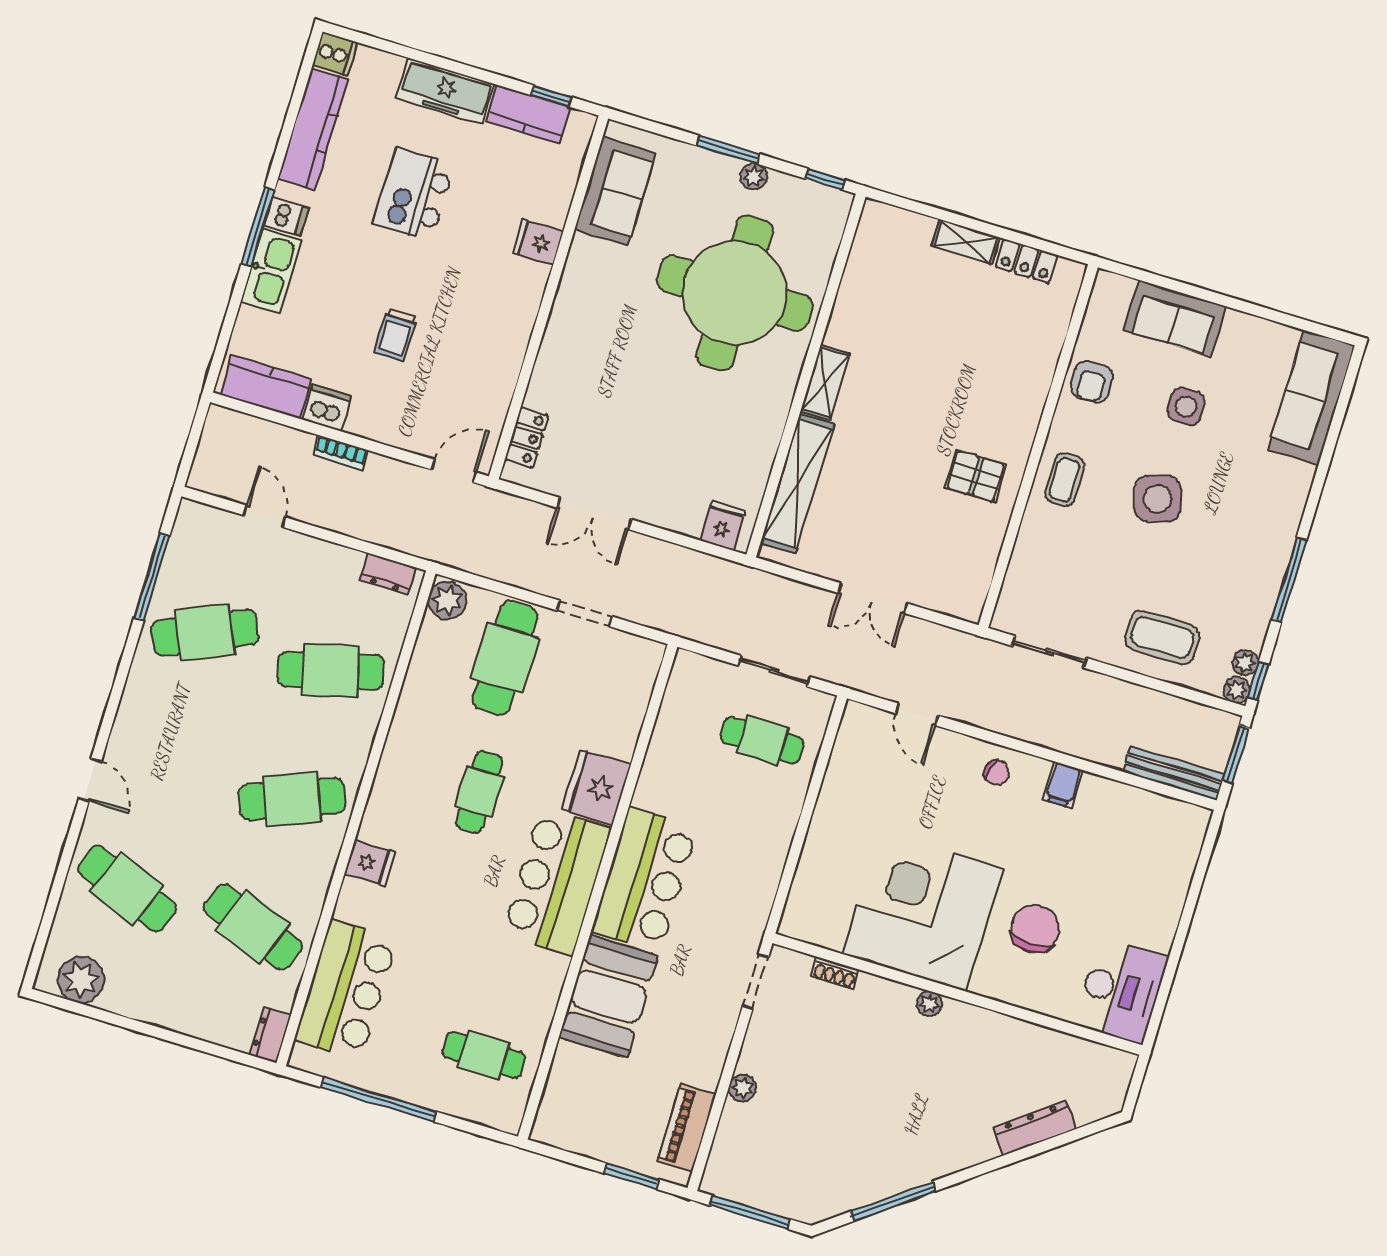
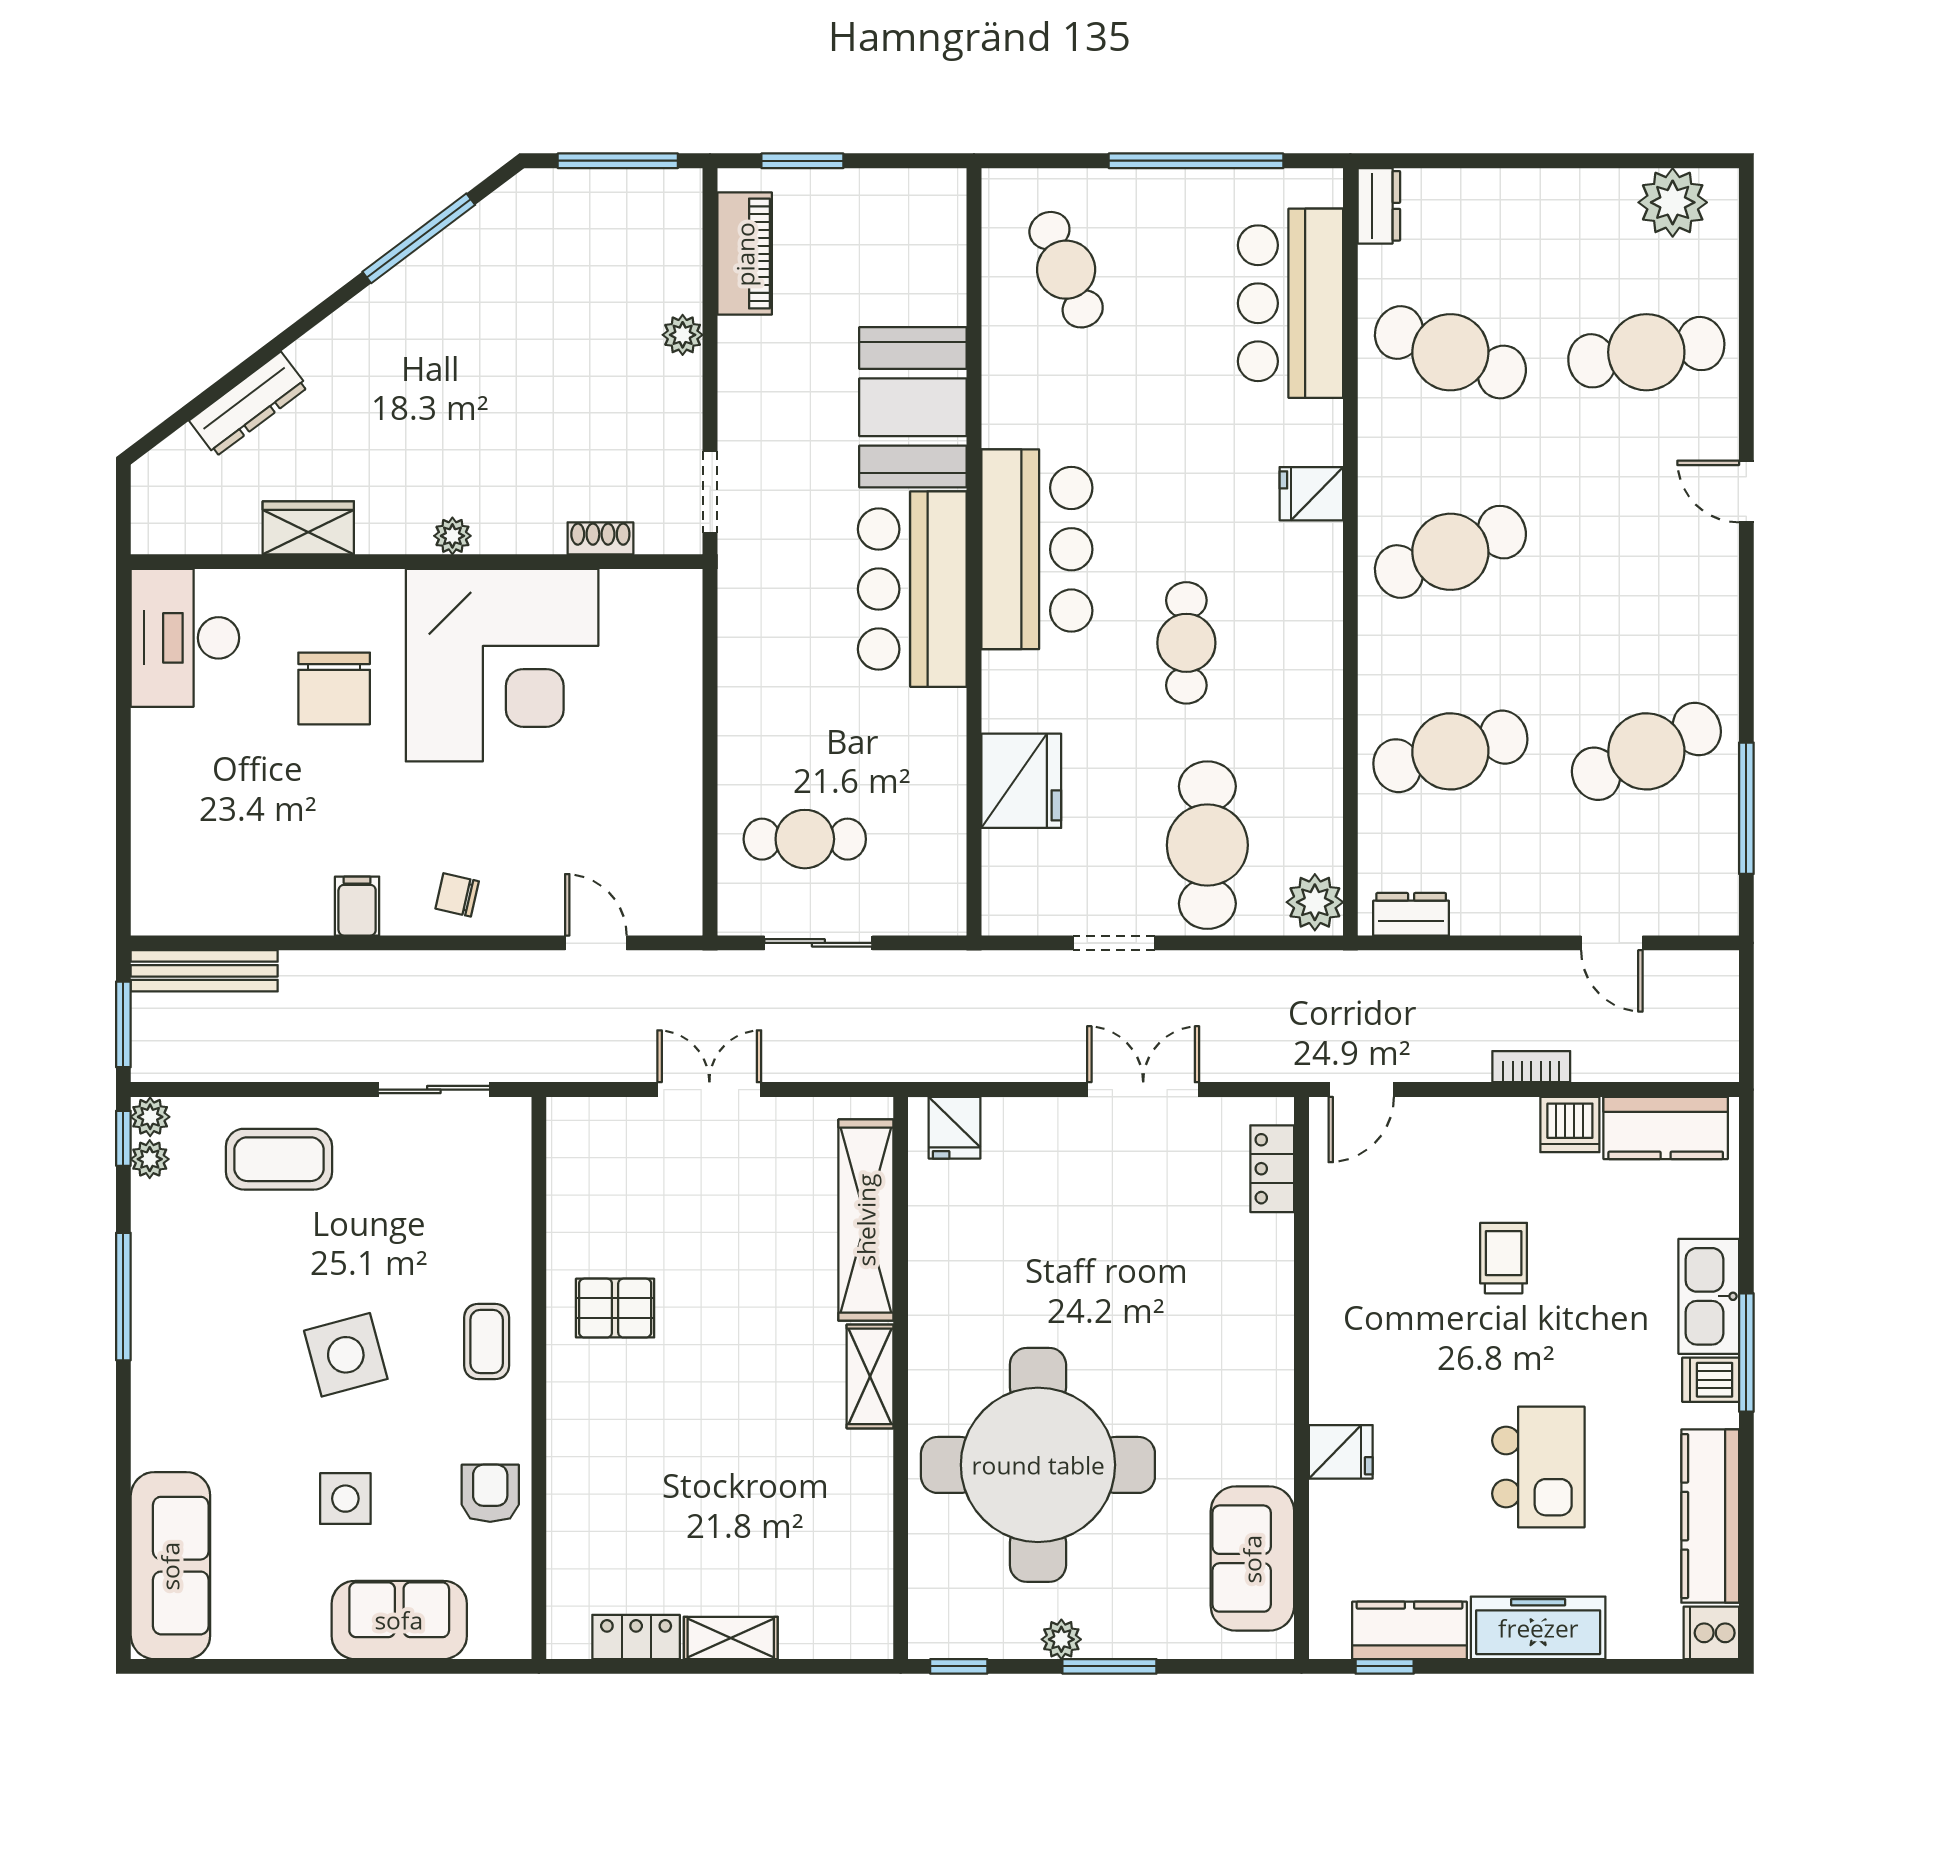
fridge: (596, 787) -> (1021, 781), moved
cafe table: (127, 889) -> (1646, 352), turned -30
wardrobe: (1020, 1037) -> (308, 528), added
cafe table: (484, 1055) -> (1066, 270), turned 67

